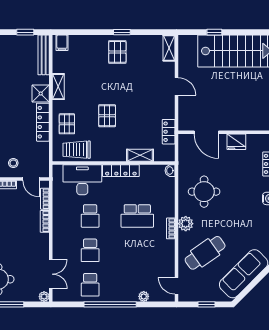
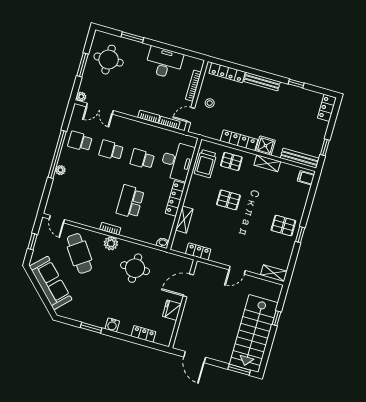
trolley: (77, 150) -> (206, 164), turned 180
door: (177, 286) -> (57, 219), swing flipped
plant: (144, 296) -> (60, 170), moved

